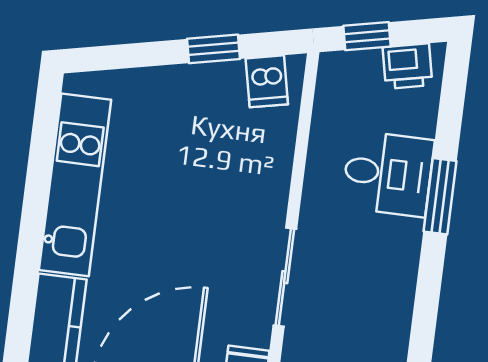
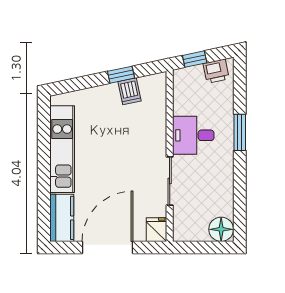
dishwasher: (267, 81) -> (130, 91), moved
desk: (388, 174) -> (193, 135), moved, turned 180

